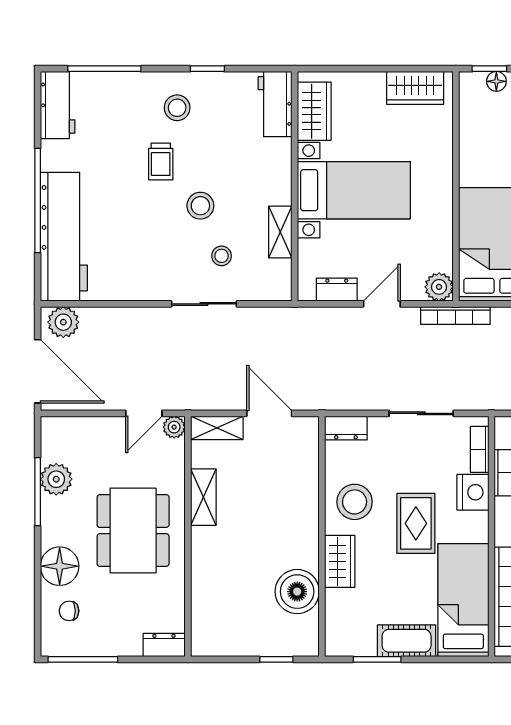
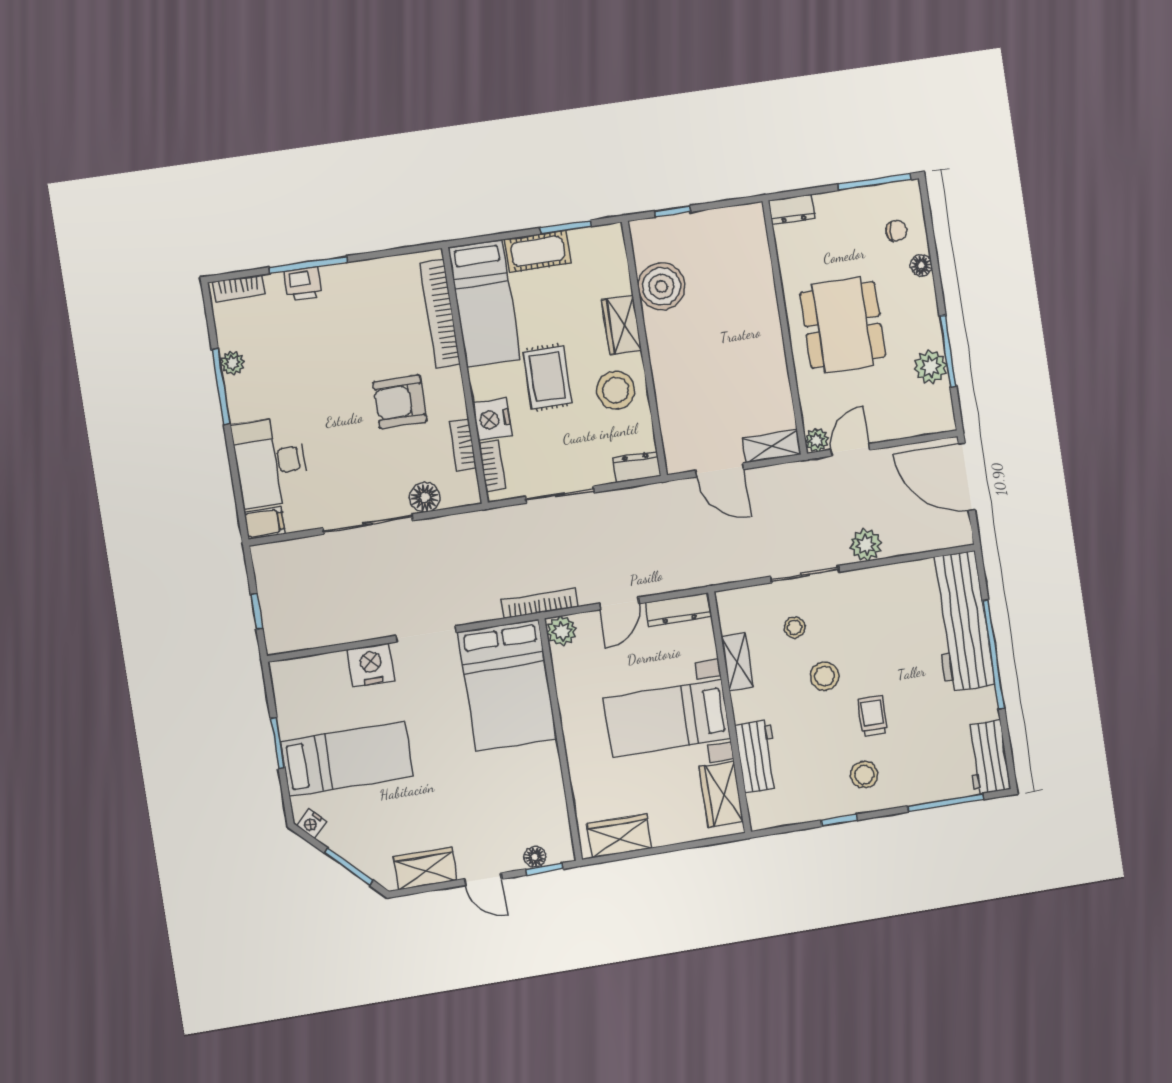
workbench: (275, 104) -> (757, 756), moved
dresser: (337, 290) -> (678, 610), width x1.44
plant: (63, 322) -> (866, 545), moved
shelving: (203, 497) -> (775, 371), removed
floor lamp: (60, 566) -> (921, 265), width x0.53, depth x0.53

